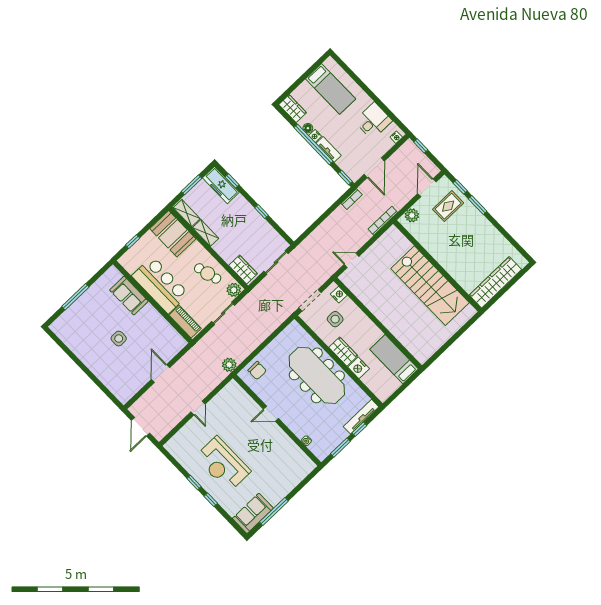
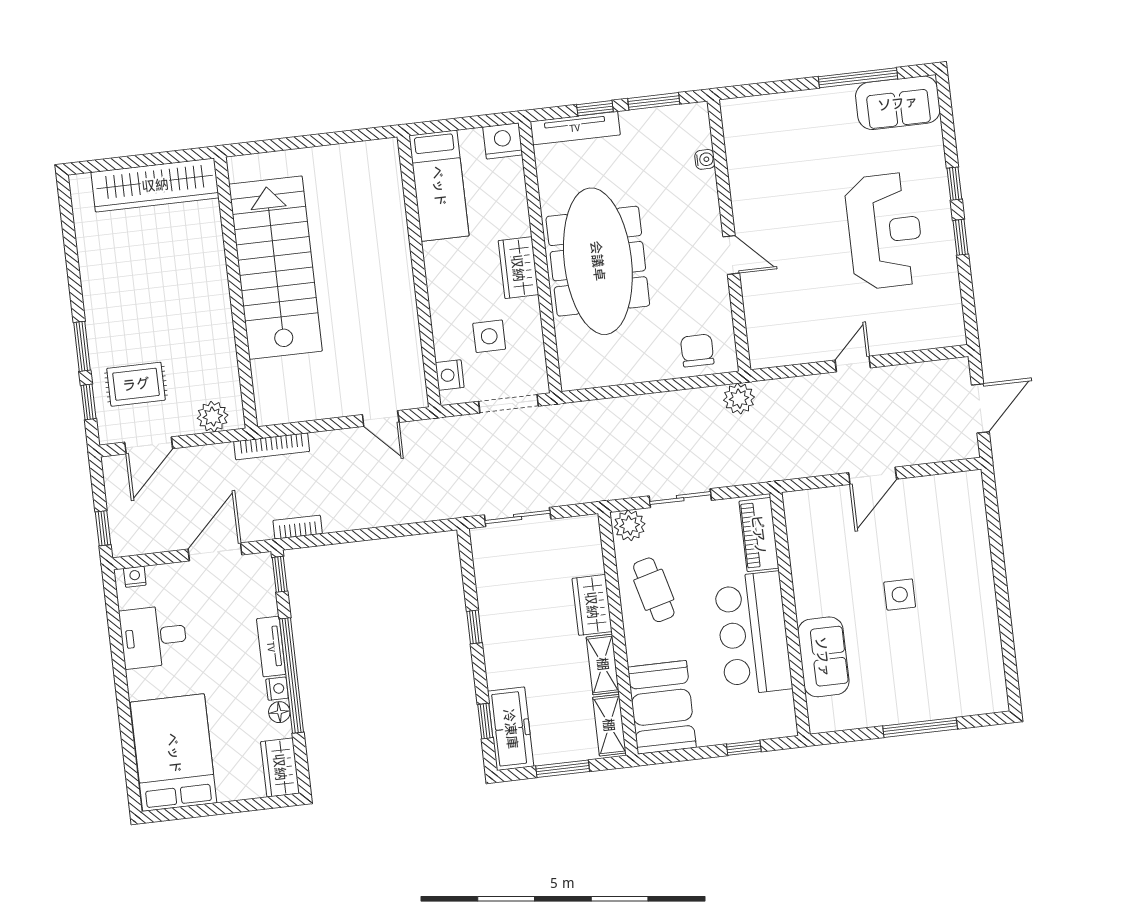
bed: (331, 89) -> (174, 753), width x1.50
wardrobe: (243, 270) -> (592, 605), moved
nightstand: (359, 368) -> (503, 141), moved, turned -90

